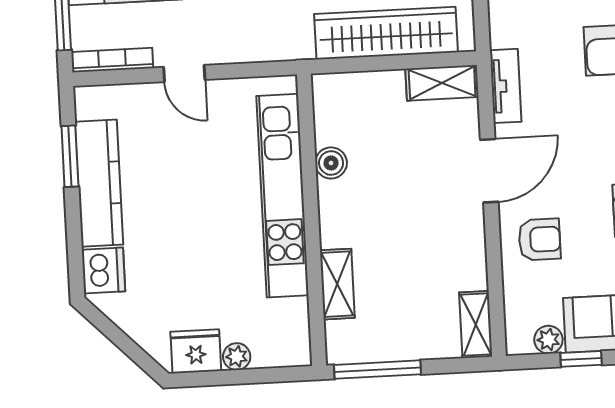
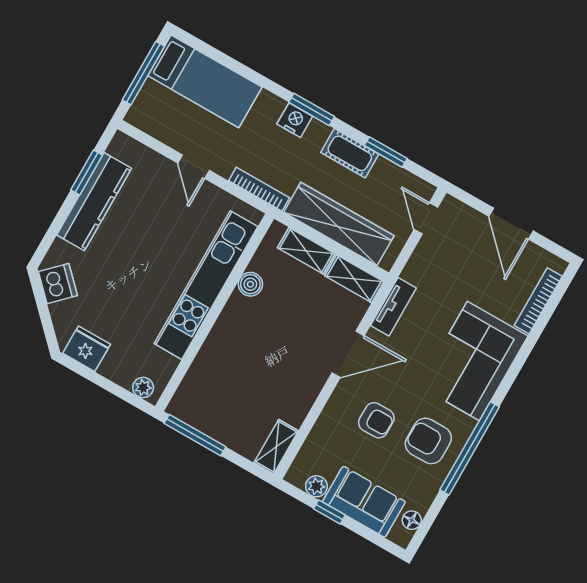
bookcase: (112, 60) -> (259, 189), moved
armchair: (539, 240) -> (376, 420), moved
dishwasher: (103, 270) -> (58, 284), moved, turned -45
shelving: (337, 284) -> (306, 251), moved, turned 90
plant: (237, 357) -> (143, 388), moved

